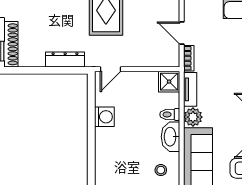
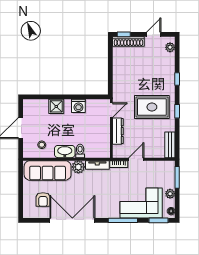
dresser: (65, 59) -> (118, 131), moved
door: (111, 69) -> (111, 110), swing flipped
shower: (169, 82) -> (56, 106), moved

